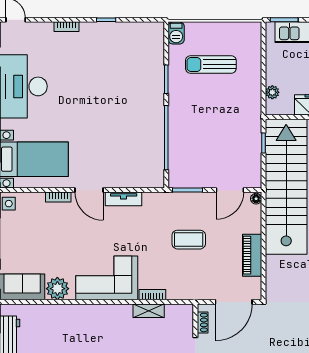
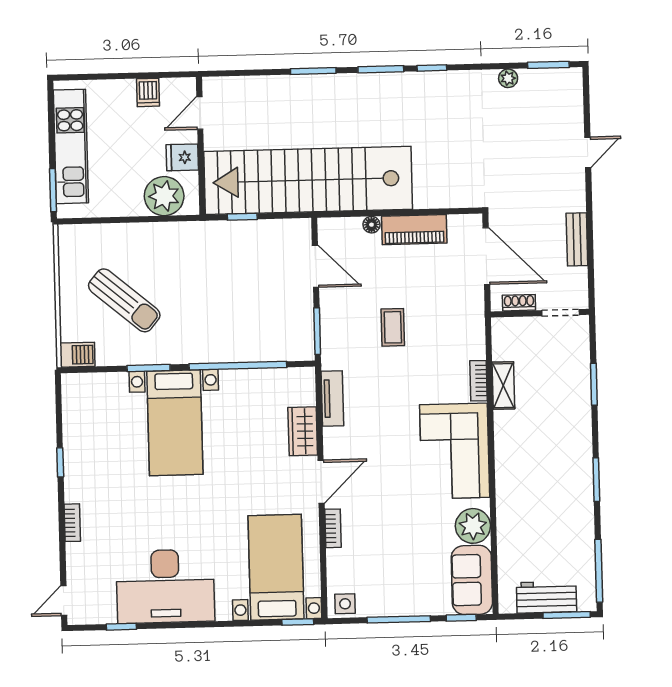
sun lounger: (211, 64) -> (124, 300), turned -50
plant: (272, 92) -> (164, 196), width x1.88, depth x1.88
bed with nightstands: (130, 95) -> (175, 423), added
wardrobe: (122, 179) -> (303, 431), added
tv unit: (124, 199) -> (332, 399), moved
floor lamp: (256, 199) -> (371, 225), moved
coffee table: (189, 240) -> (393, 327), width x0.73, depth x0.77

